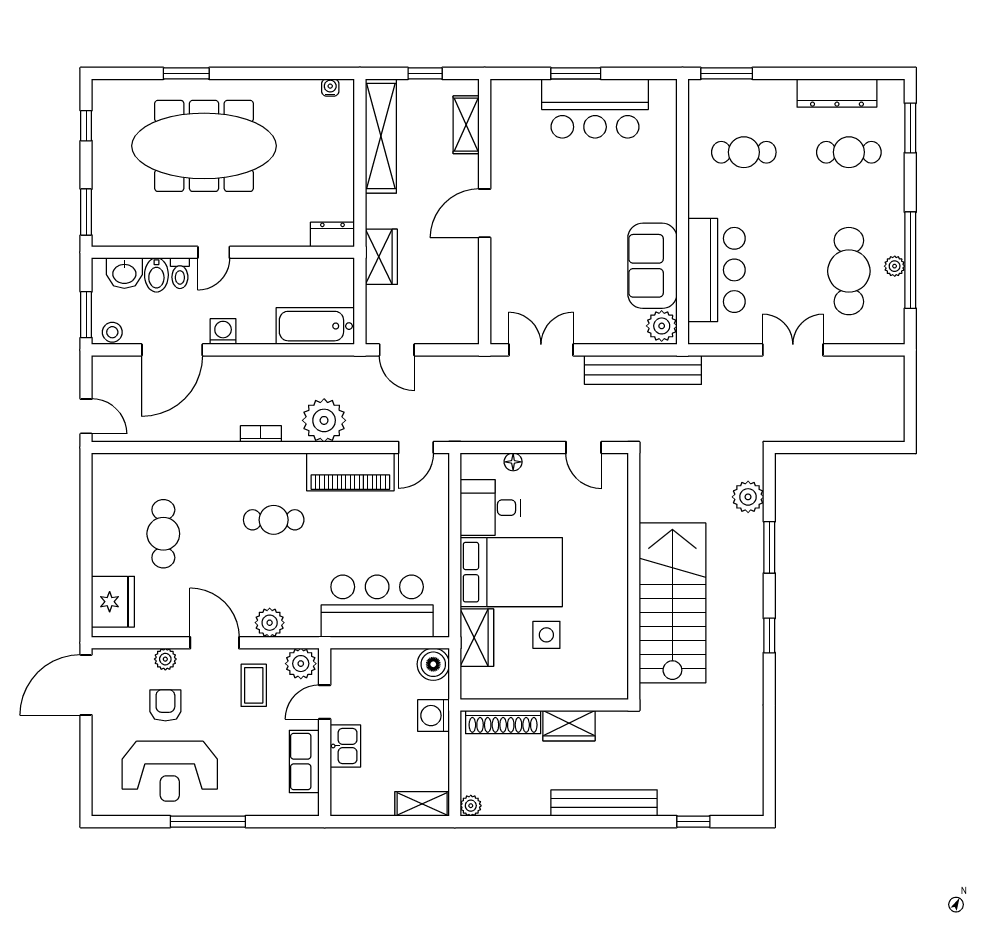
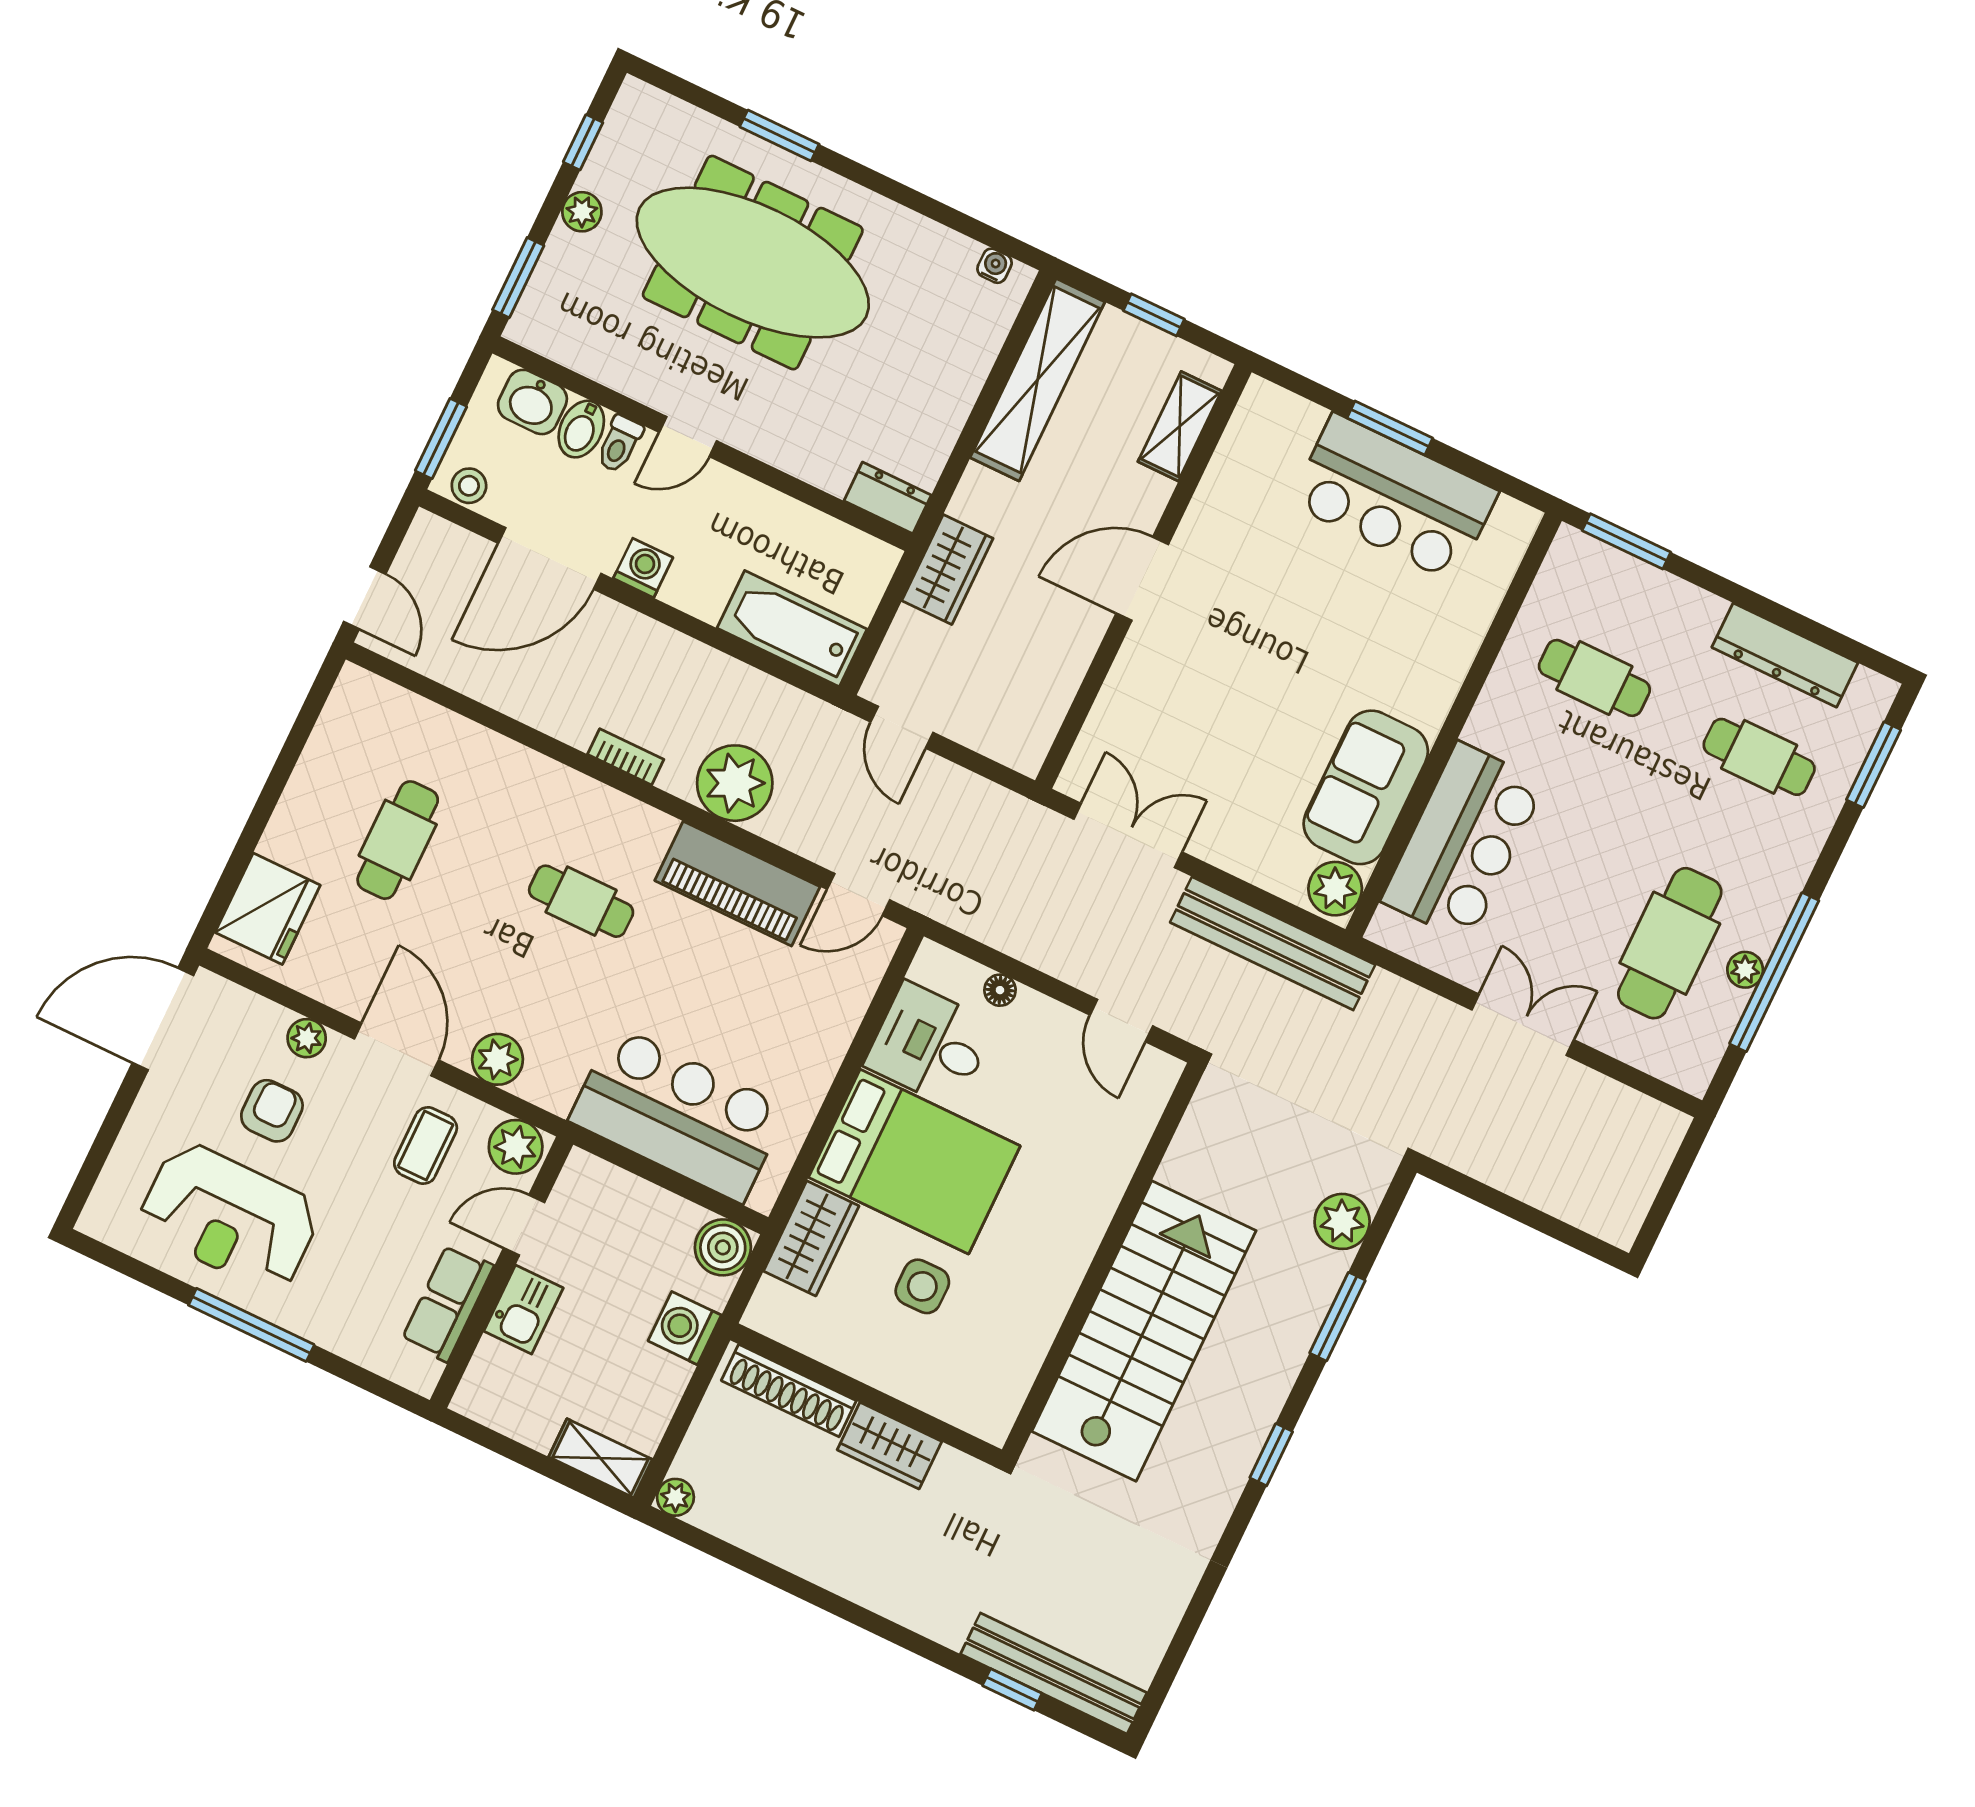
plant: (103, 162) -> (582, 212), added
bench: (604, 803) -> (1054, 1673), moved

